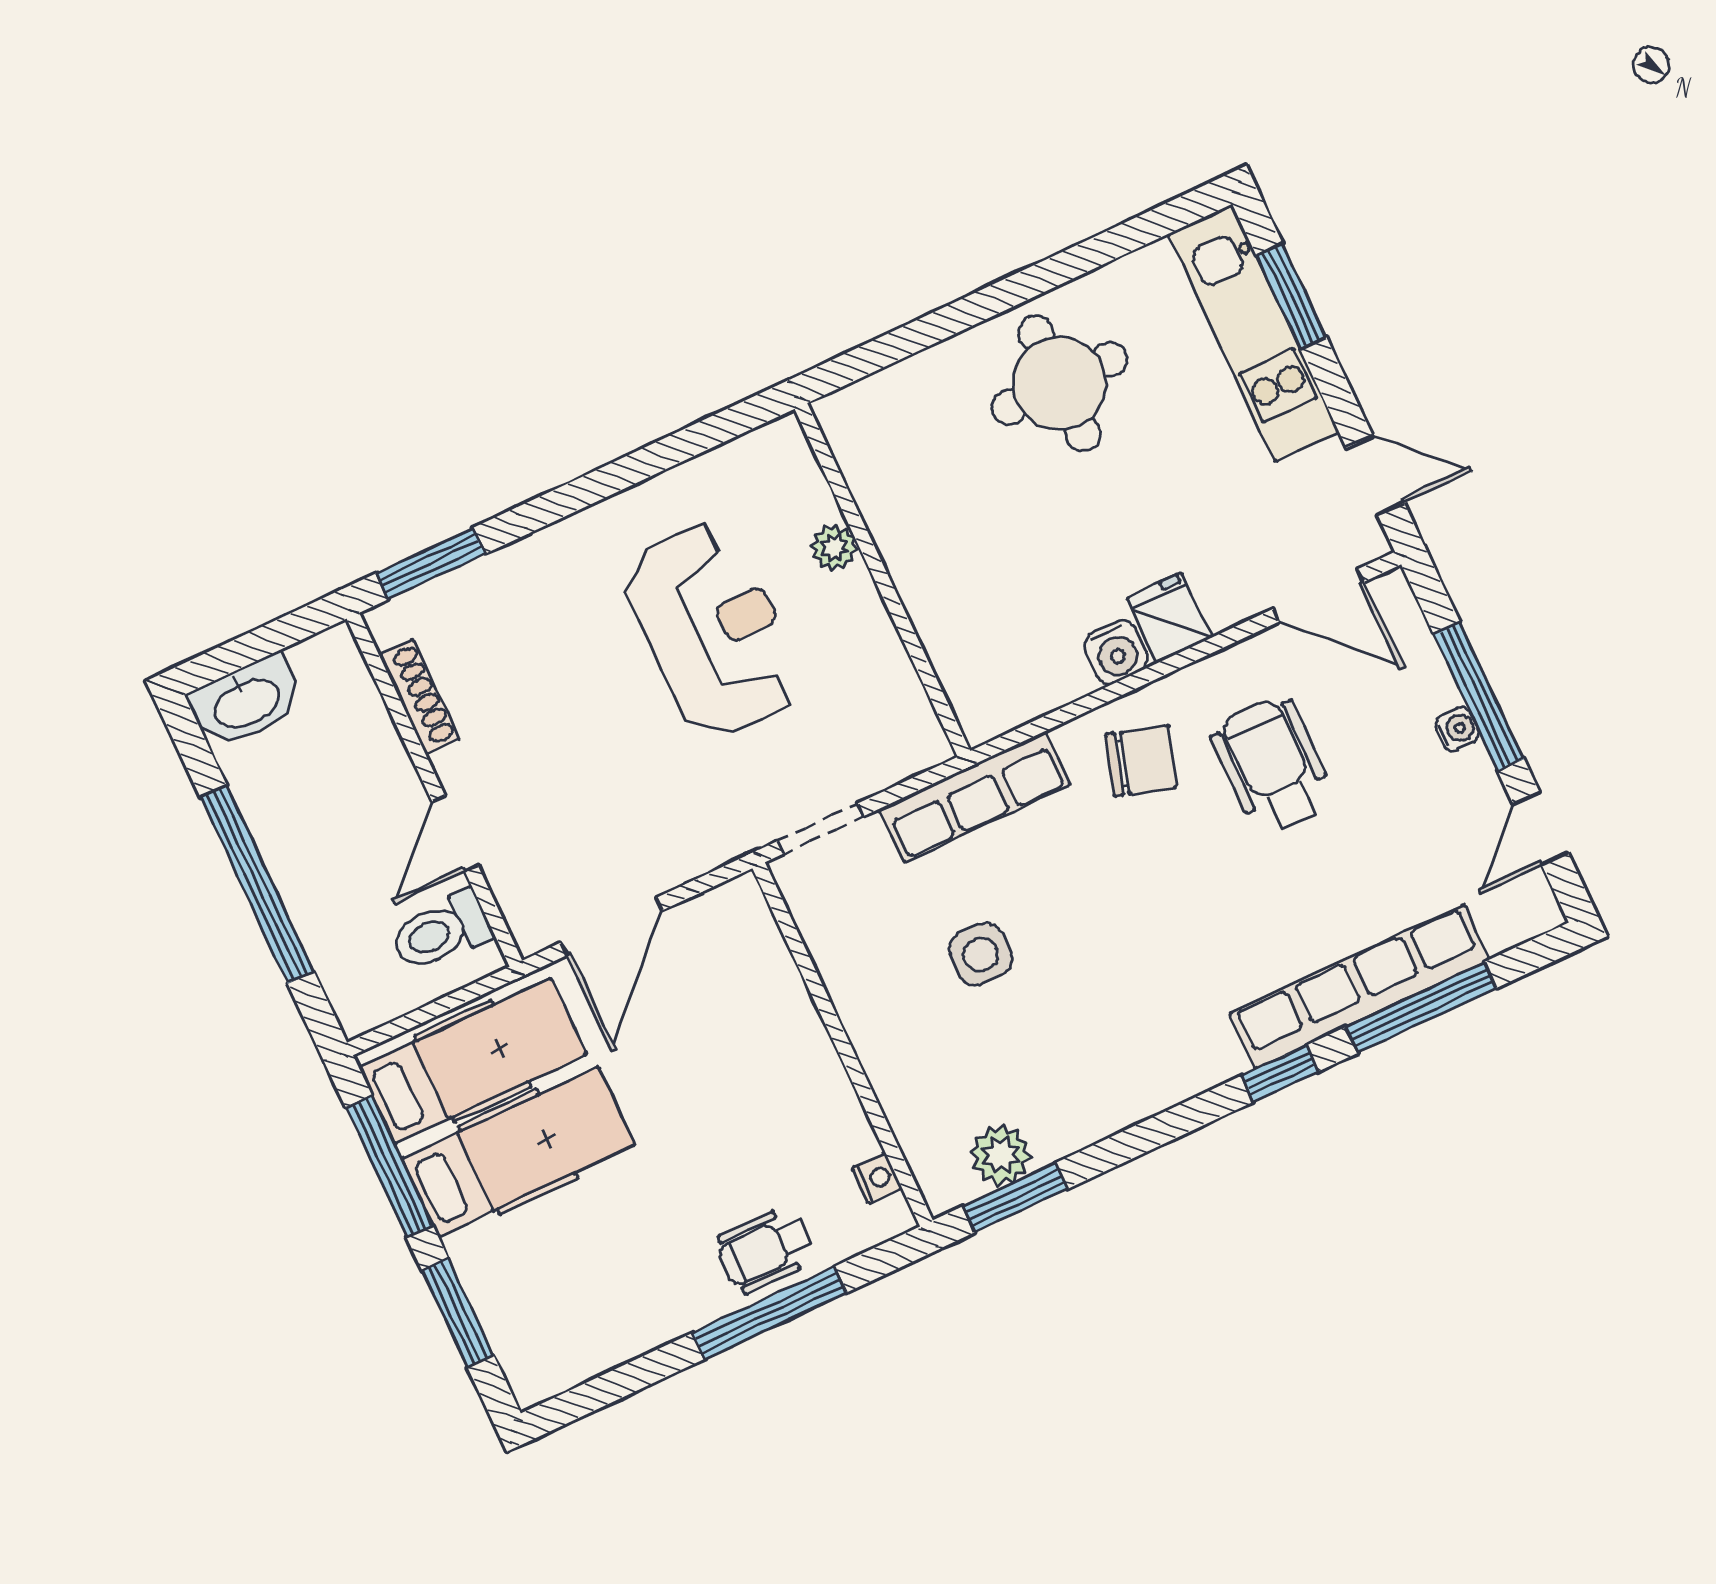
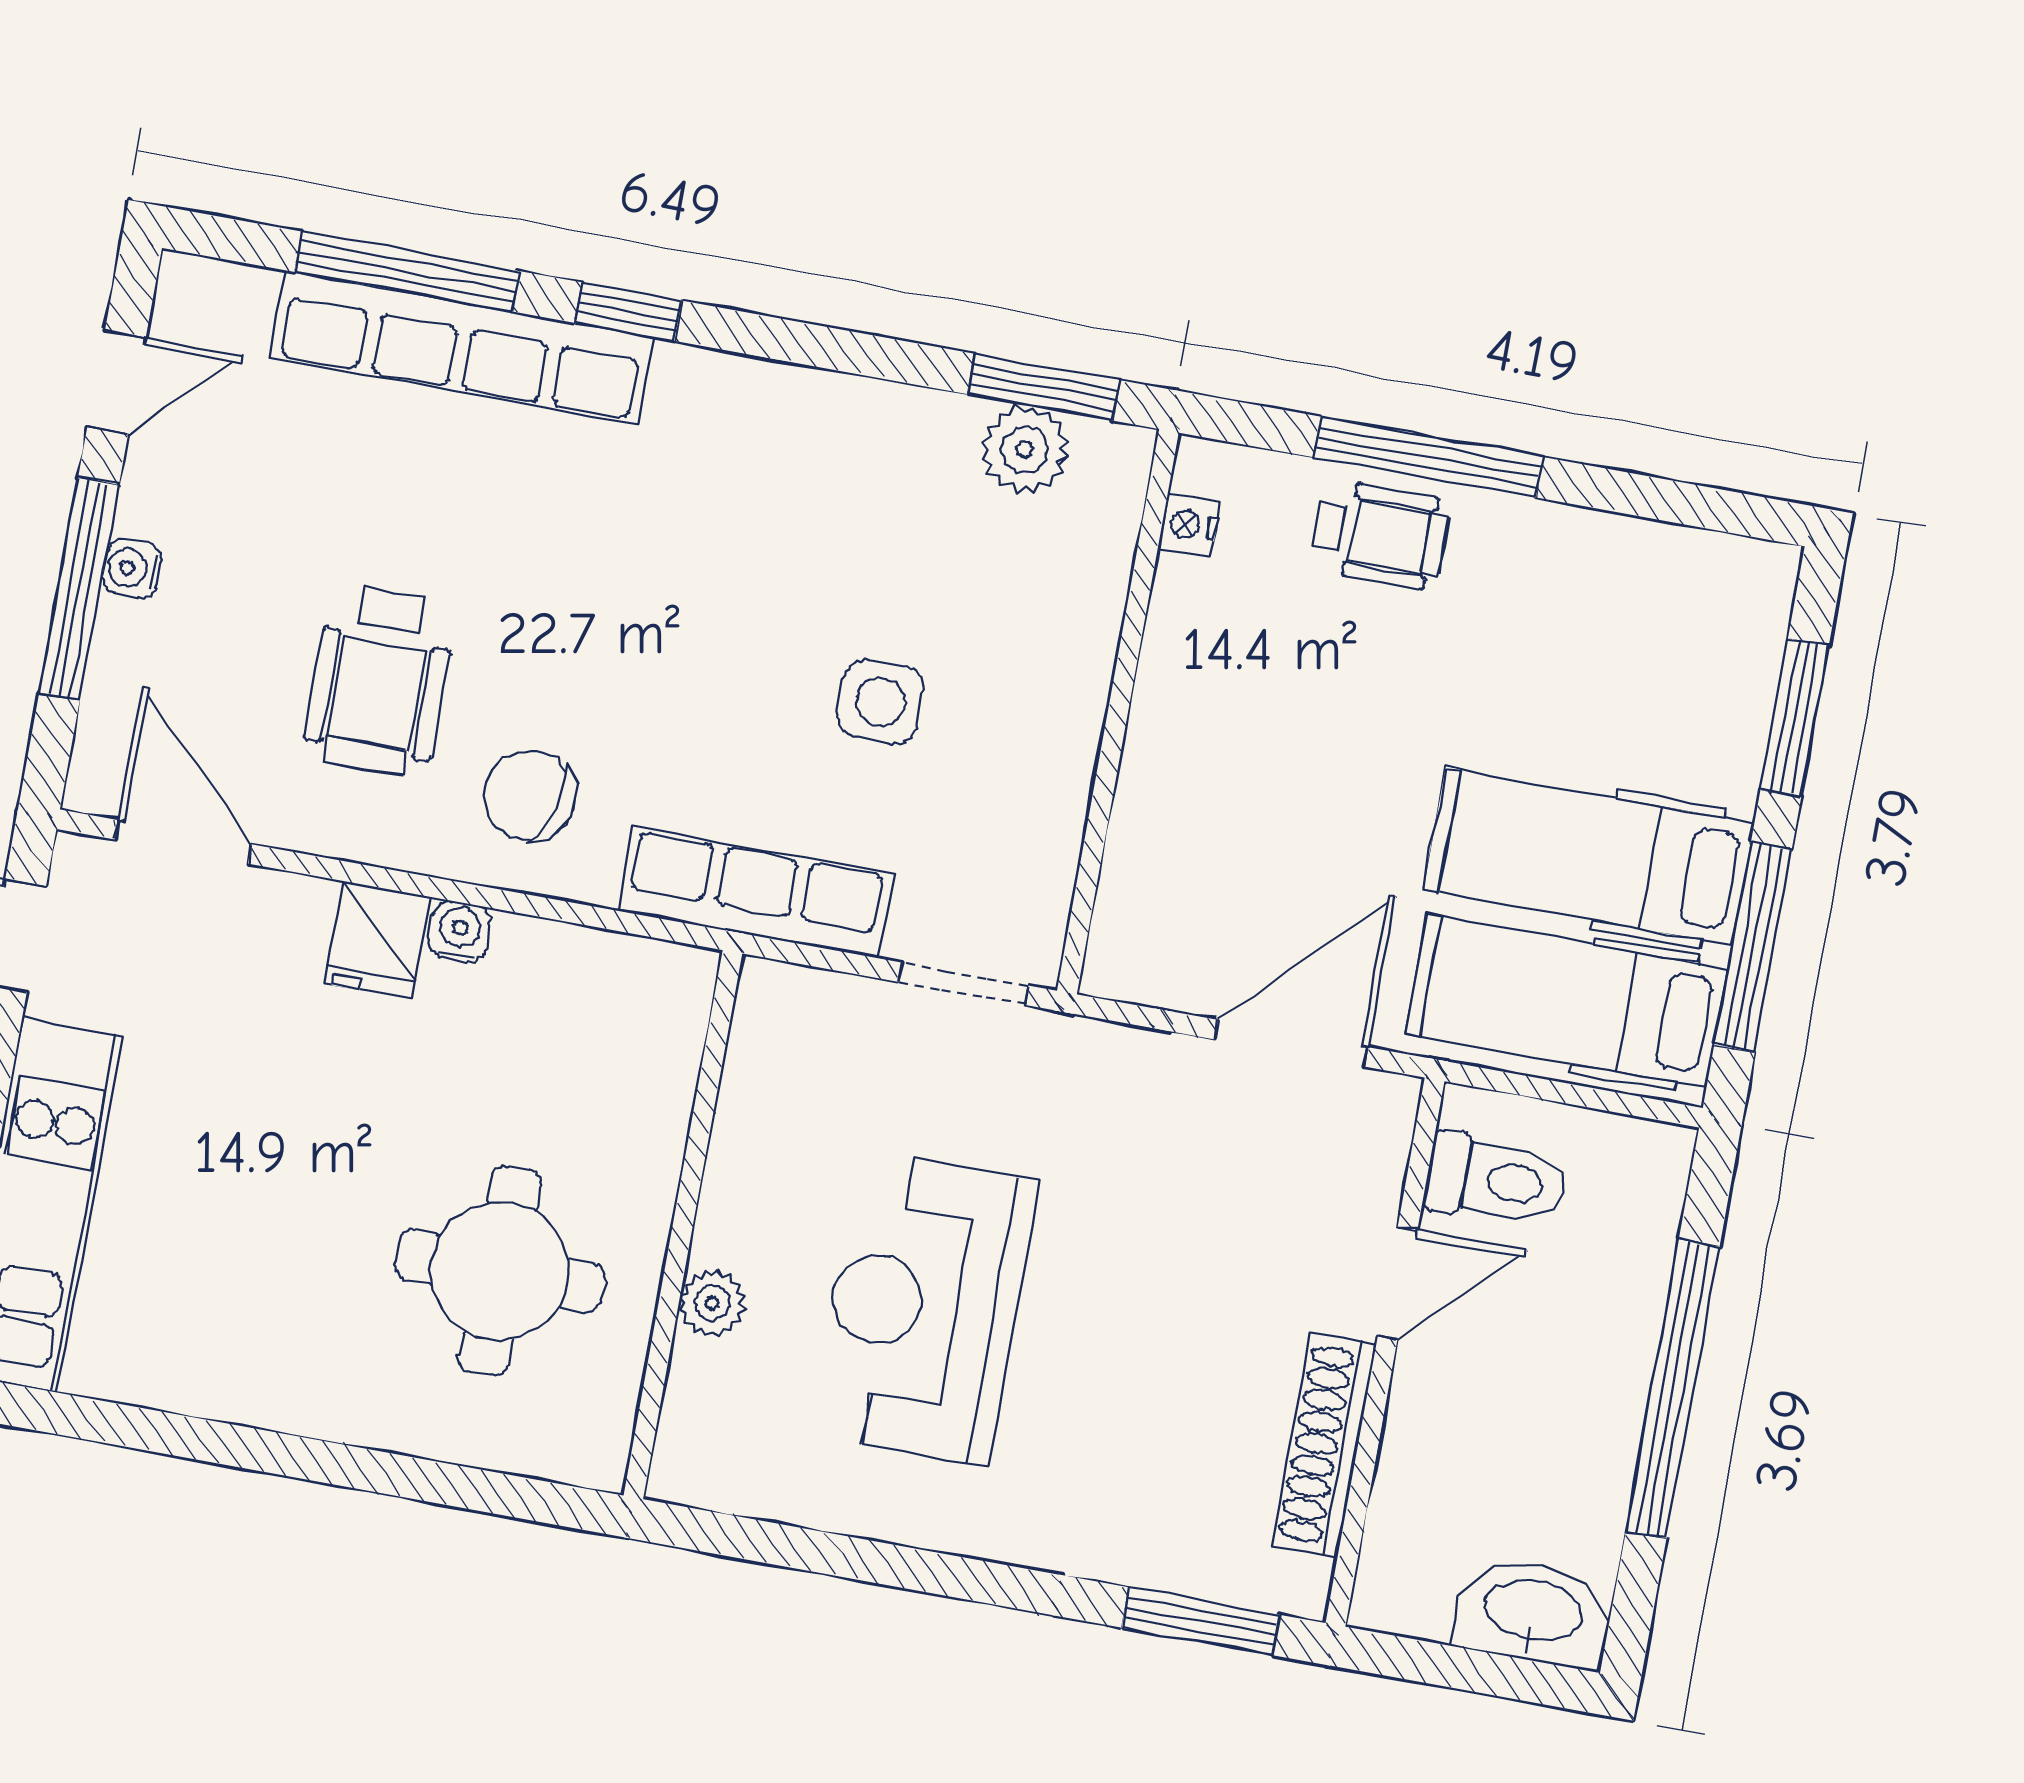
round table: (1059, 383) -> (500, 1271), moved
water cooler: (1116, 652) -> (460, 932), width x0.72, depth x0.72
shoe rack: (419, 697) -> (1324, 1445), width x1.36, depth x1.24

